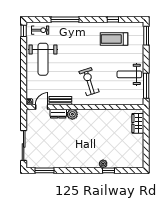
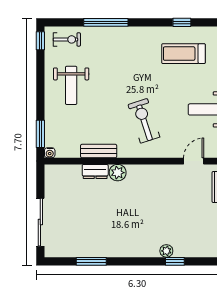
weight bench: (43, 59) -> (71, 85), width x0.73, depth x0.75
window: (24, 90) -> (40, 134), added
door: (42, 107) -> (194, 161), moved
window: (44, 170) -> (91, 261), moved

